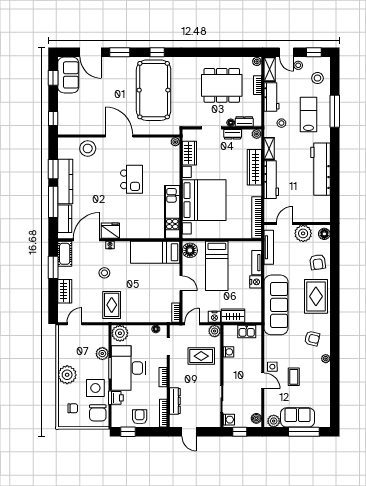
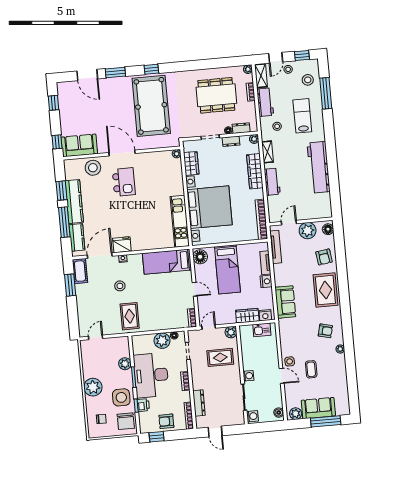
door: (286, 52) -> (276, 58), hinge flipped
sofa: (68, 75) -> (79, 145), moved, turned -90
window: (335, 111) -> (326, 93), moved
kitchen island: (132, 179) -> (124, 182), moved
workbench: (271, 180) -> (272, 182), width x0.73
wardrobe: (65, 291) -> (83, 307), removed
sofa: (276, 305) -> (285, 302), width x0.54, depth x0.79
nightstand: (214, 317) -> (265, 315), moved
plant: (120, 333) -> (162, 341), moved
washing machine: (228, 352) -> (248, 376), moved
armchair: (140, 417) -> (166, 421), turned -90
window: (240, 432) -> (264, 427), removed

